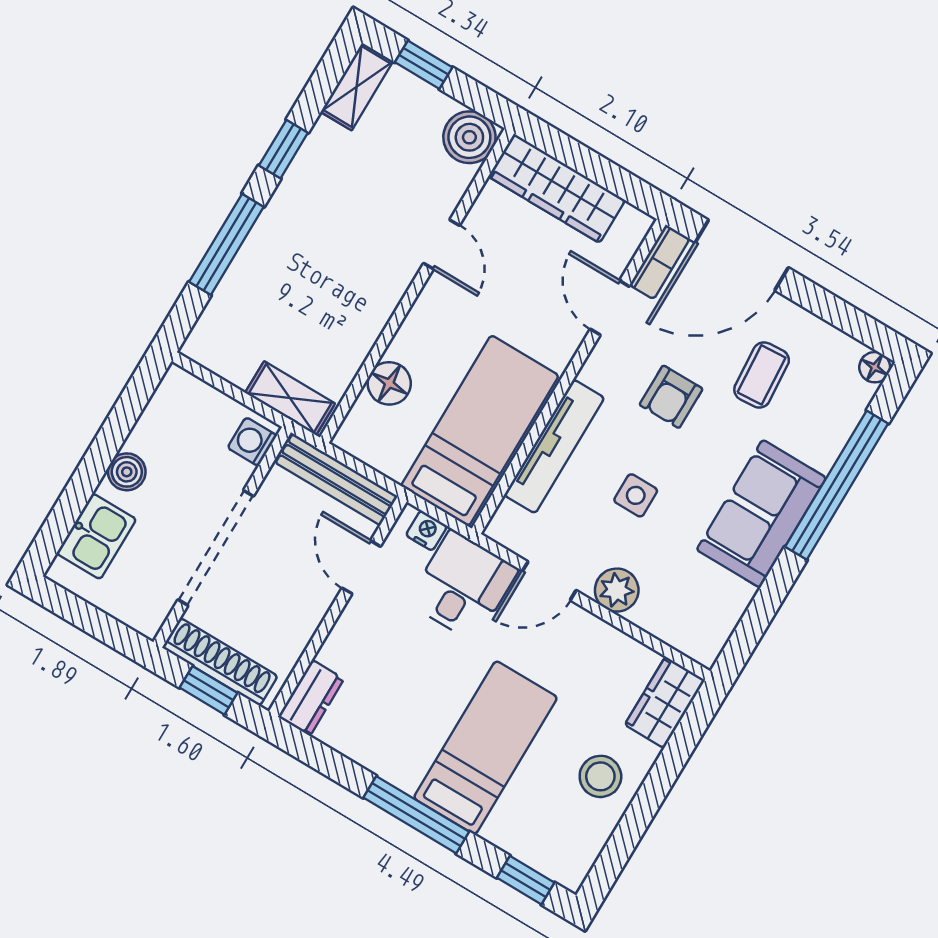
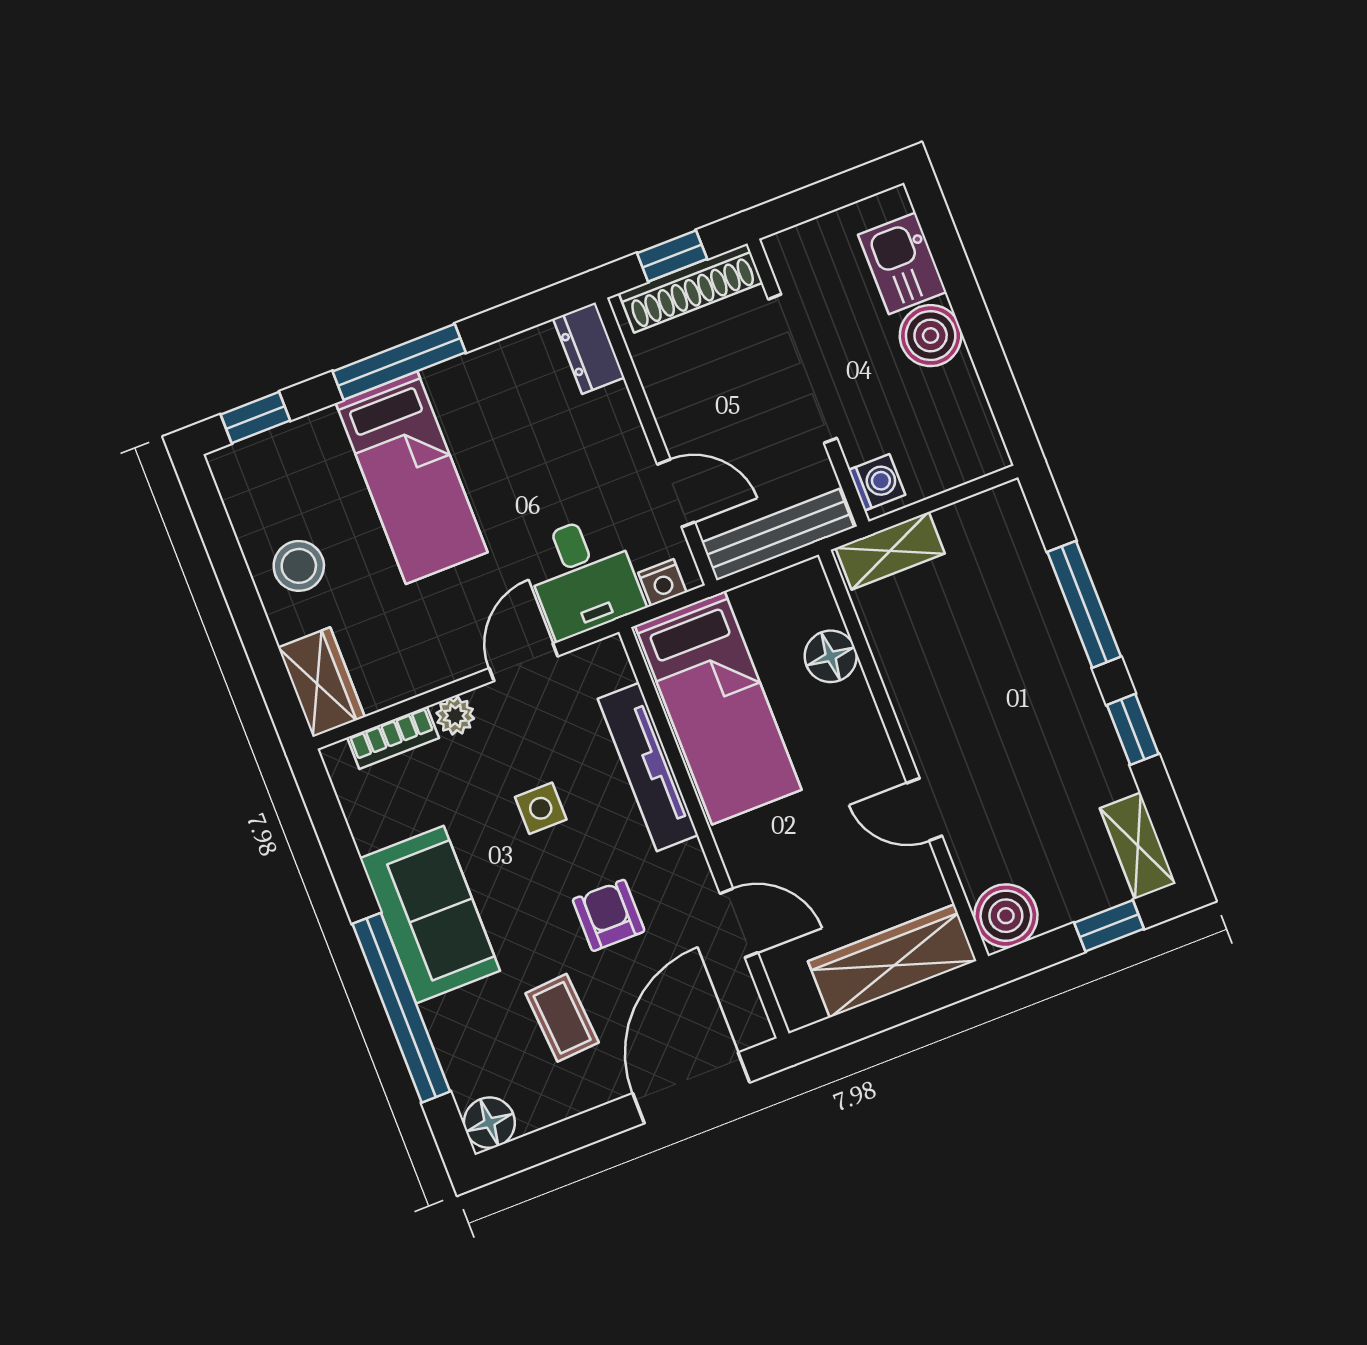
bookcase: (660, 262) -> (393, 738), moved, turned -90
floor lamp: (875, 367) -> (489, 1123), width x1.37, depth x1.37
boiler: (127, 472) -> (931, 336), width x1.36, depth x1.36
plant: (617, 590) -> (455, 716), width x0.73, depth x0.73

